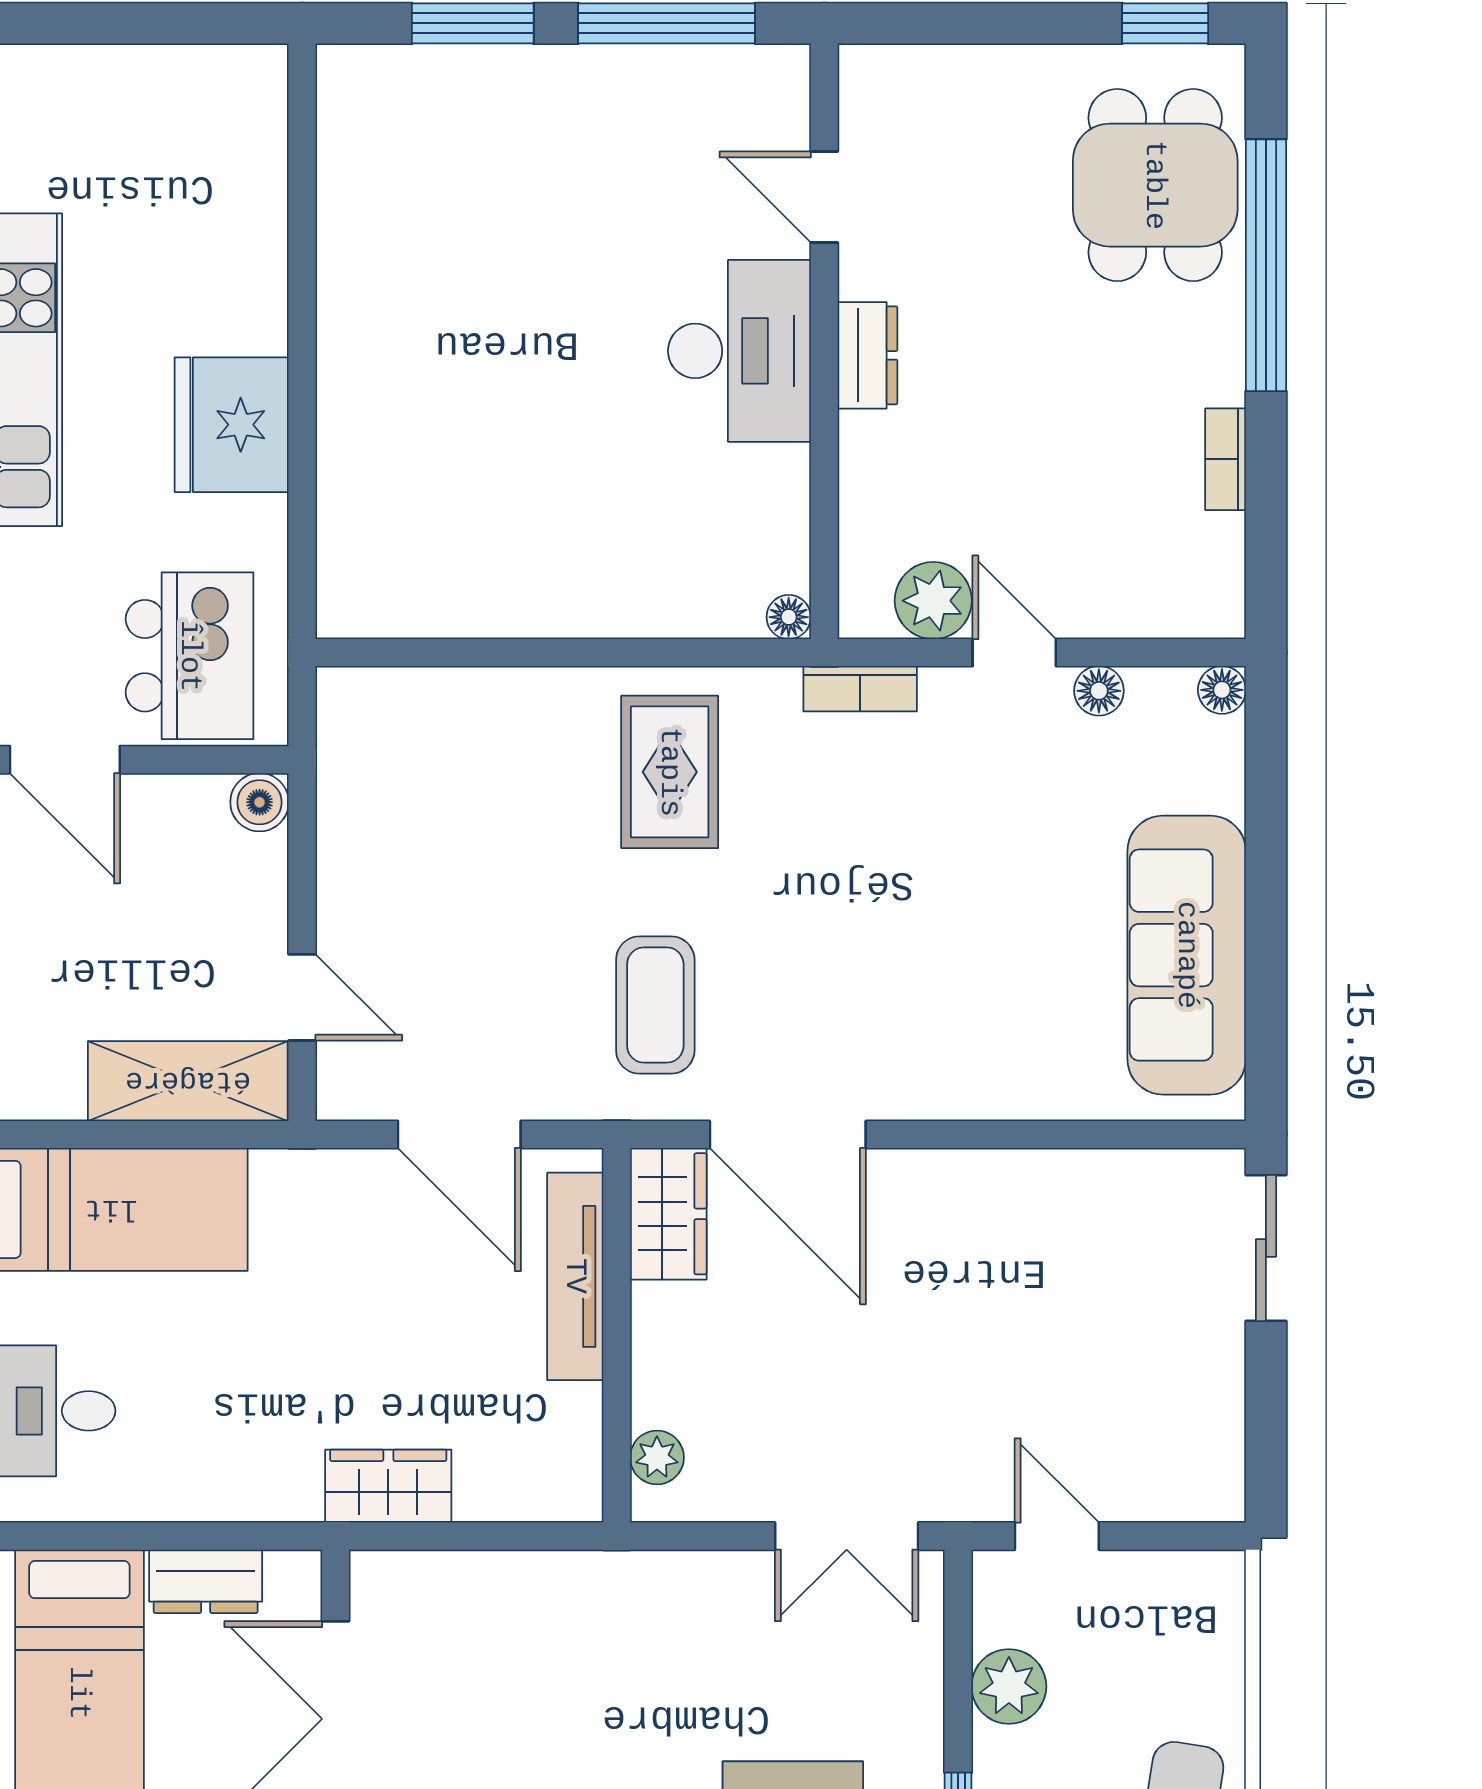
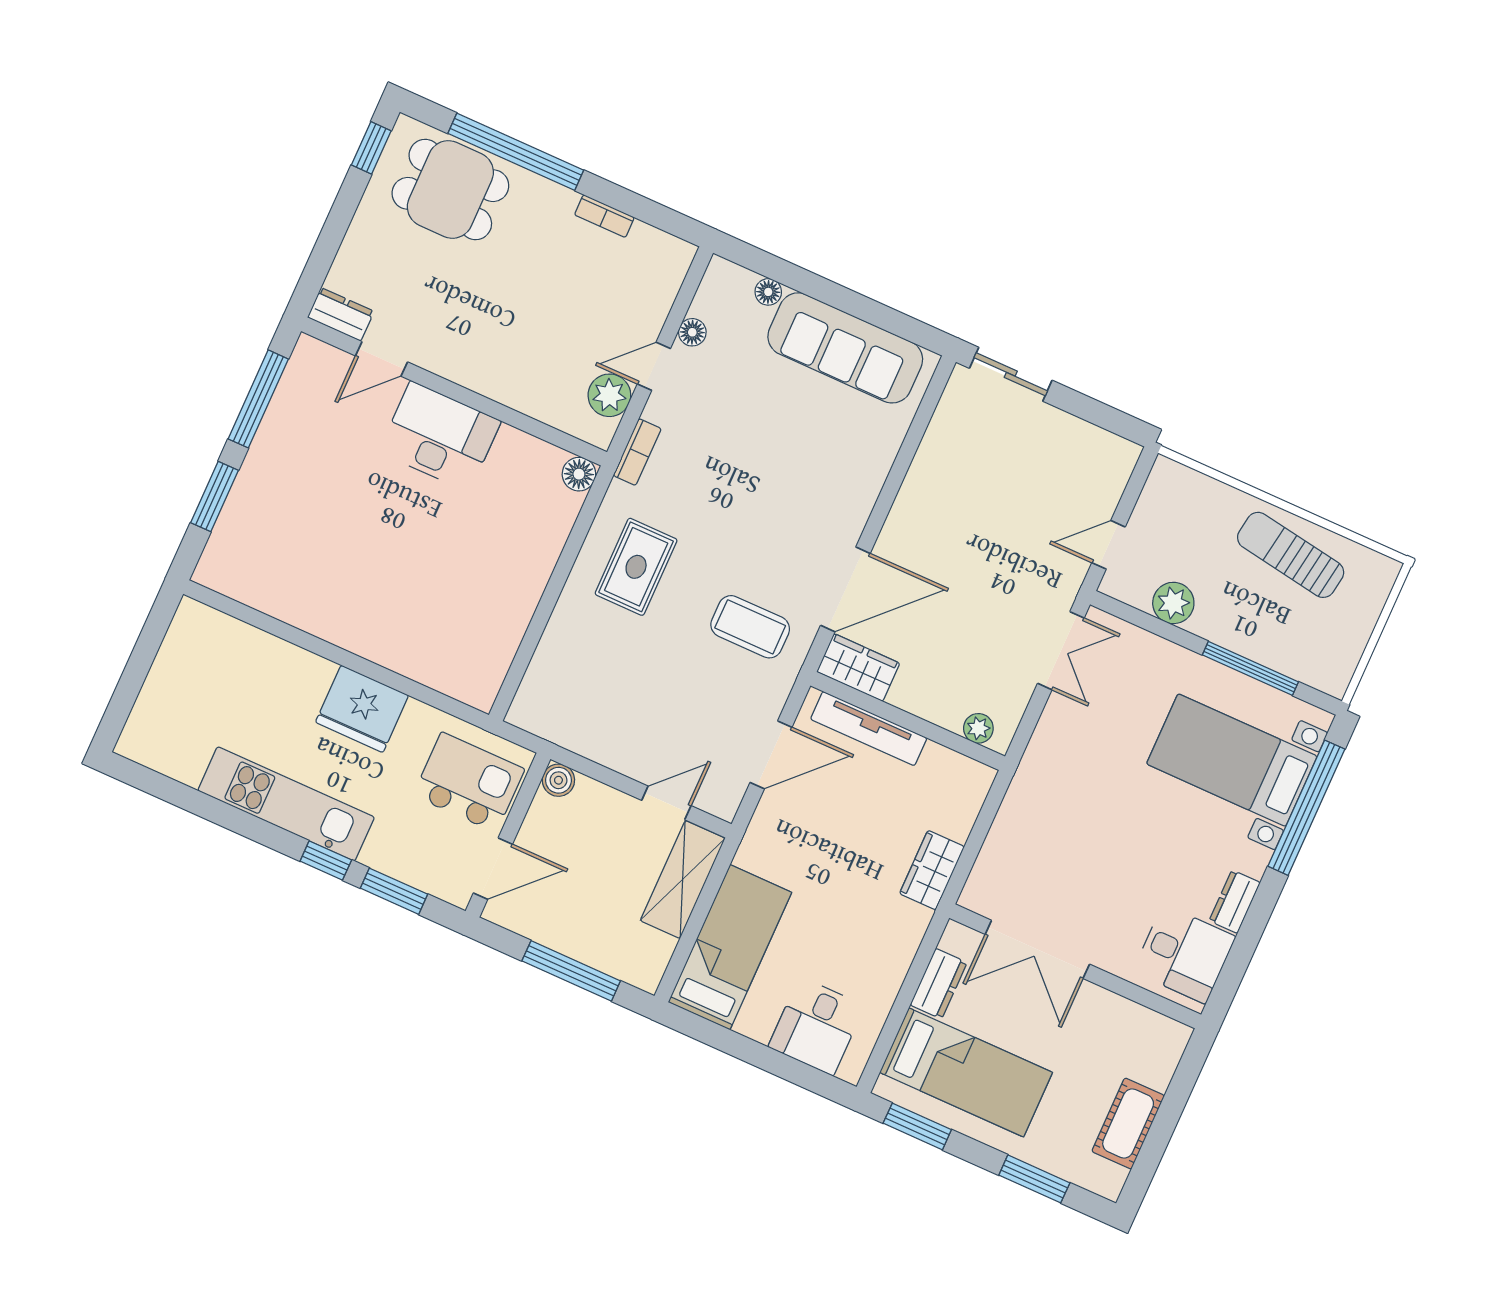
dresser: (868, 355) -> (341, 314), moved
floor lamp: (789, 617) -> (579, 474), width x1.37, depth x1.37
floor lamp: (1222, 690) -> (768, 292), moved
rug: (670, 772) -> (636, 567), turned 90

